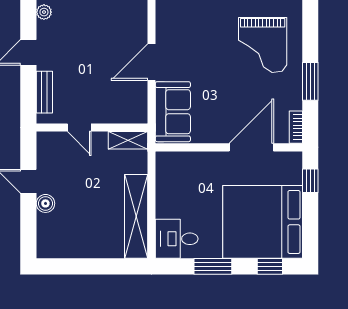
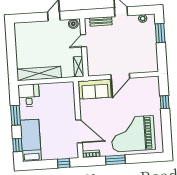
grand piano: (263, 45) -> (133, 134), width x1.37, depth x1.48
door: (151, 62) -> (120, 76), swing flipped
boiler: (45, 203) -> (73, 24), moved
bed: (263, 222) -> (31, 140), width x0.49

